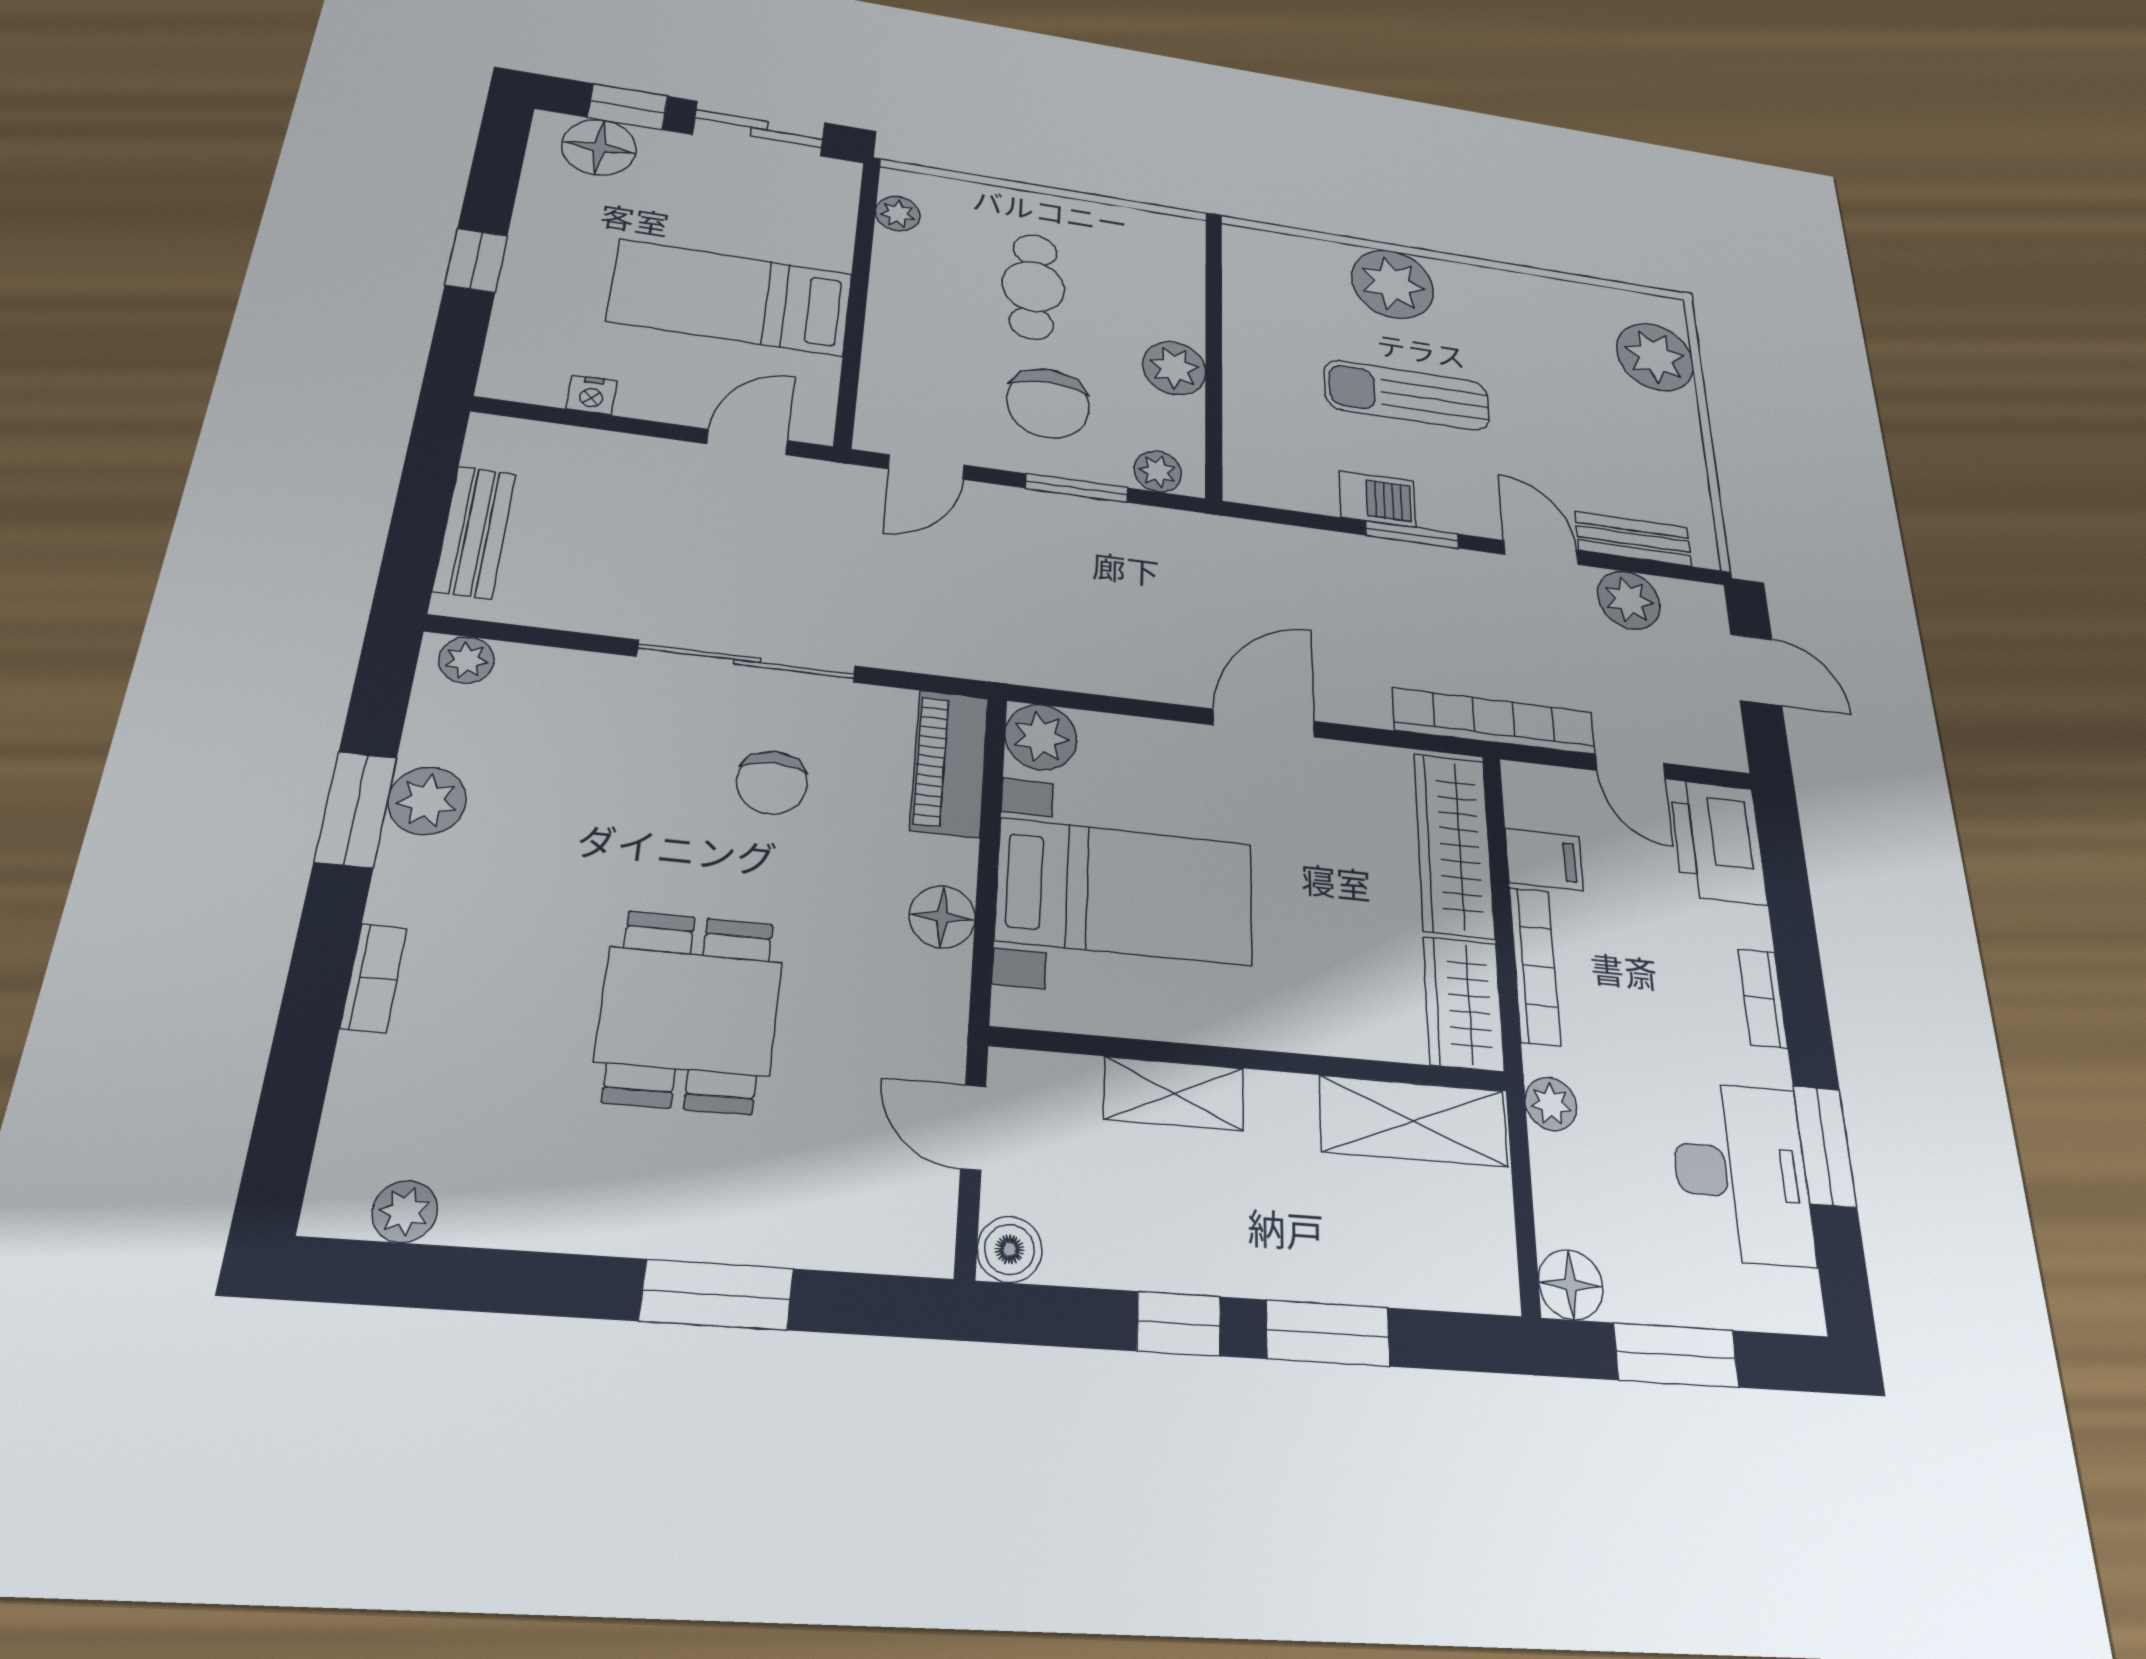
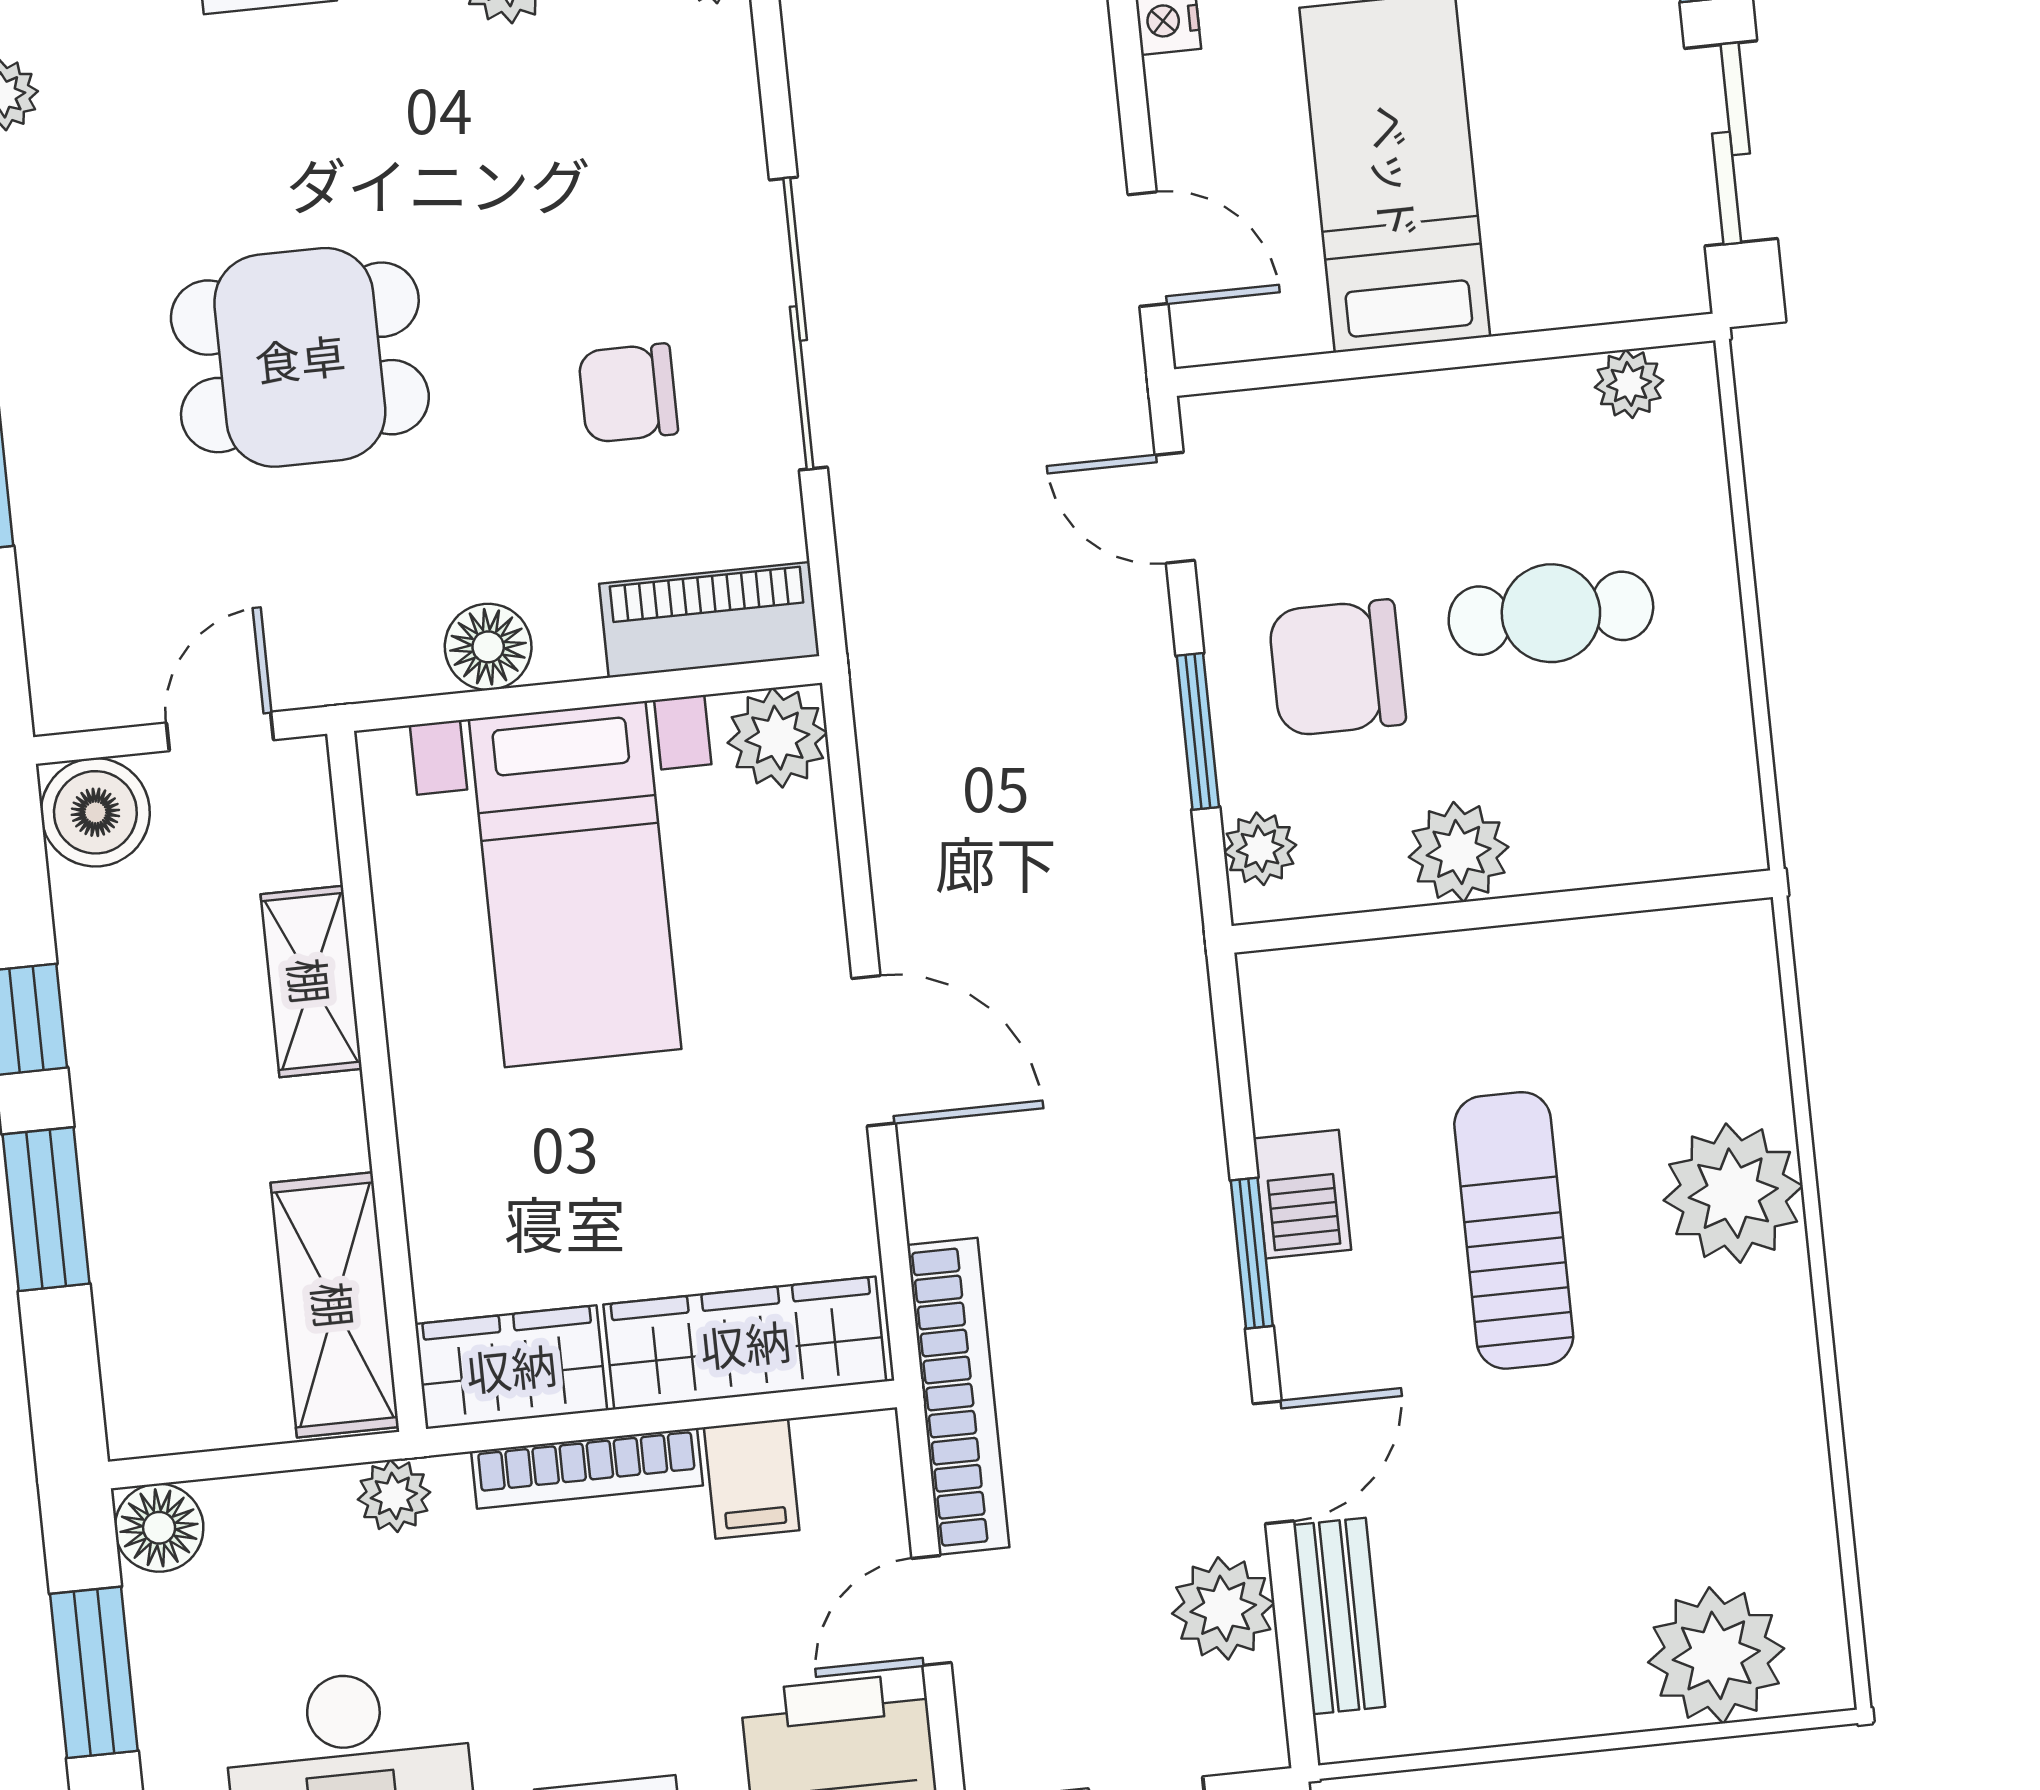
boiler: (1010, 1249) -> (95, 812), width x1.36, depth x1.36

